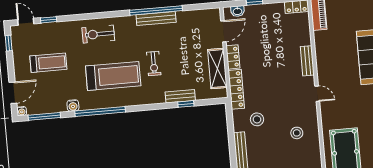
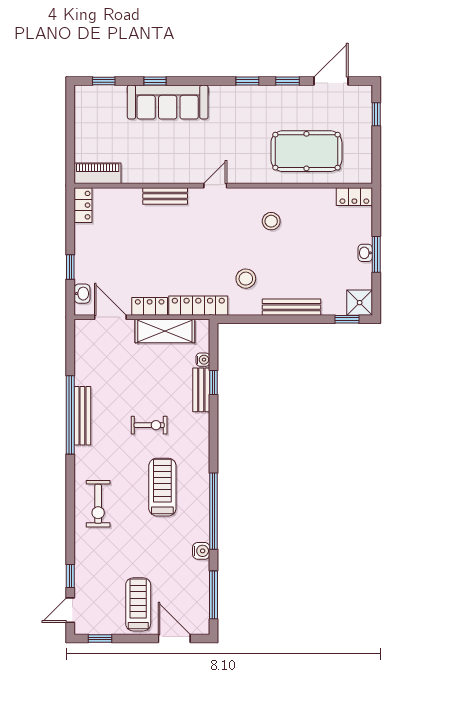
treadmill: (48, 63) -> (138, 604), moved
treadmill: (113, 76) -> (162, 487), width x0.73, depth x0.73
water cooler: (22, 111) -> (203, 360), moved

